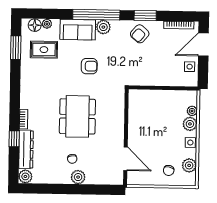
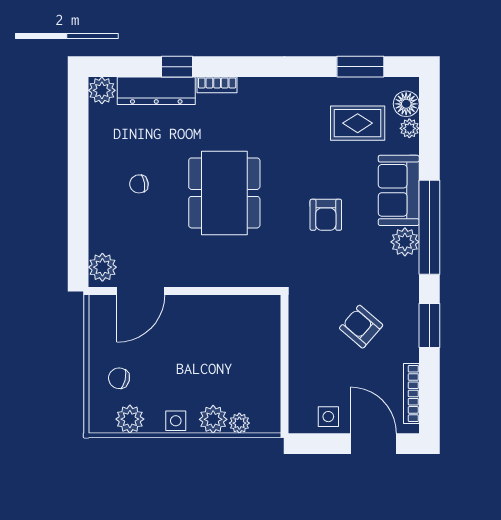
armchair: (140, 34) -> (361, 327), moved
rug: (44, 50) -> (358, 123), turned 90
dining table: (77, 116) -> (224, 193), turned 90
plant: (78, 177) -> (102, 267), moved

